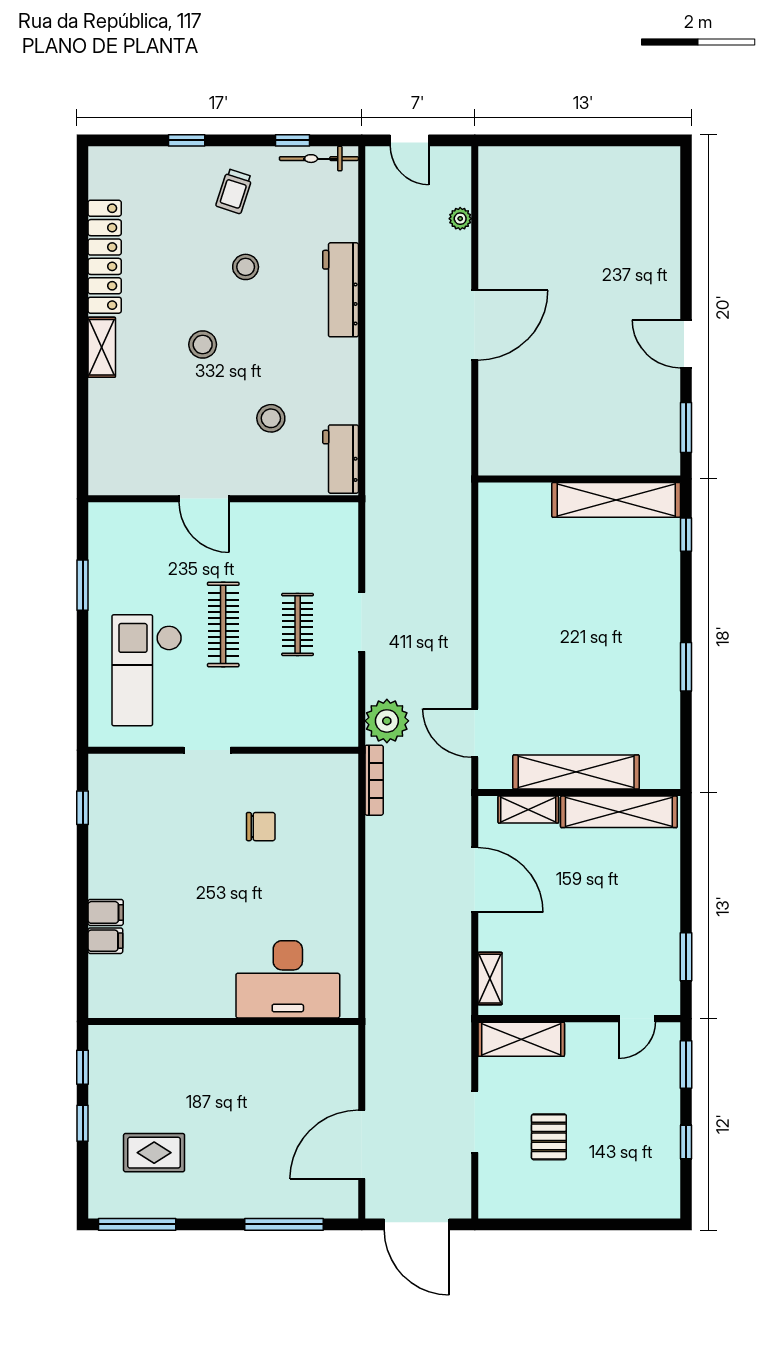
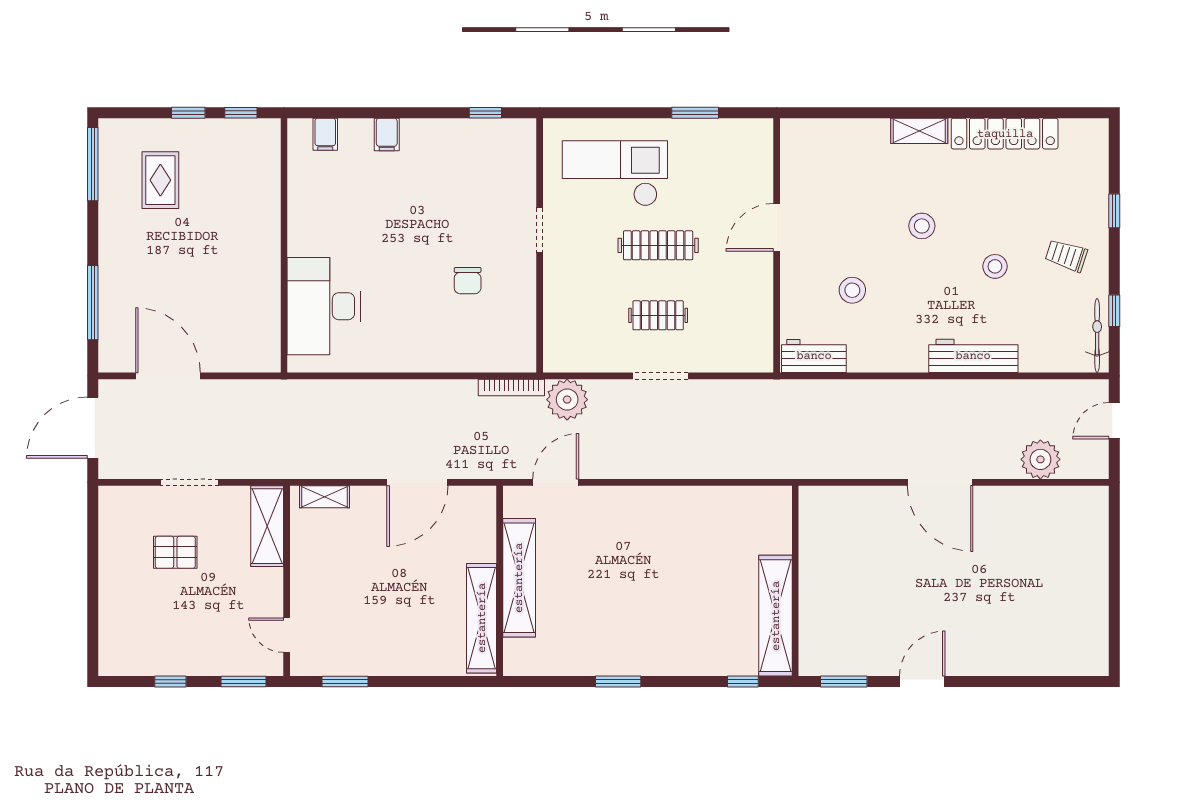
plant: (460, 219) -> (1040, 459), width x1.87, depth x1.87
shelving: (528, 810) -> (484, 533), removed
filing cabinet: (105, 941) -> (325, 134), moved

